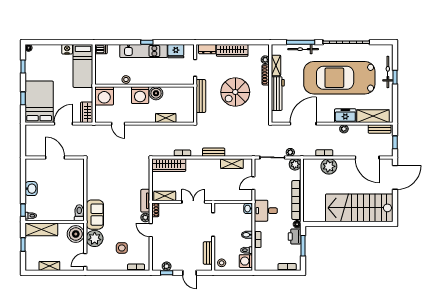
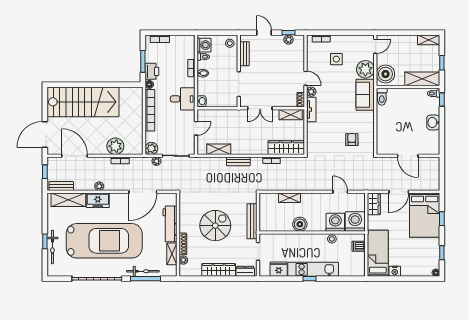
dishwasher: (101, 49) -> (359, 246), moved
washing machine: (140, 95) -> (335, 222), moved
armchair: (107, 173) -> (352, 140), added
shelving: (49, 266) -> (429, 40), moved

